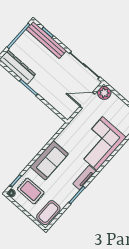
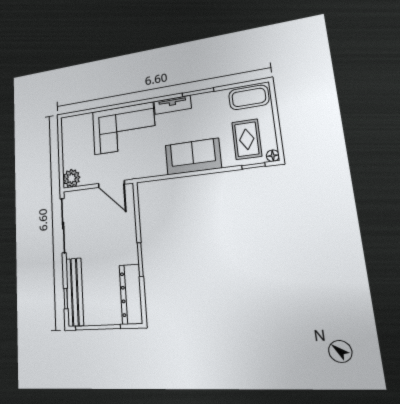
door: (87, 100) -> (111, 184), moved

